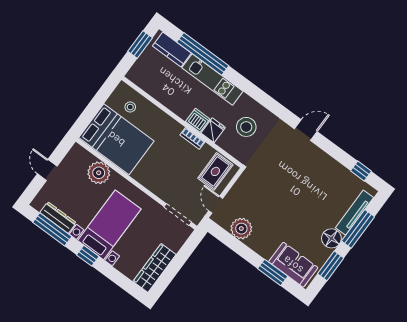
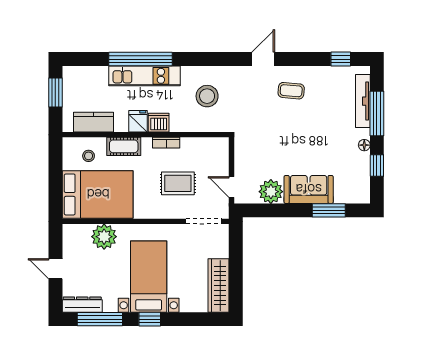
kitchen counter: (172, 50) -> (93, 122), moved, turned 180
window: (203, 54) -> (141, 59), moved
cot: (160, 119) -> (124, 146), added
fridge: (213, 130) -> (138, 121), moved
coffee table: (309, 167) -> (291, 91), added
rug: (215, 171) -> (178, 183), moved, turned 90
dresser: (58, 218) -> (82, 305), moved
floor lamp: (331, 238) -> (364, 145), width x0.53, depth x0.53
sofa: (293, 265) -> (309, 189), moved
window: (331, 266) -> (377, 165), width x0.67

